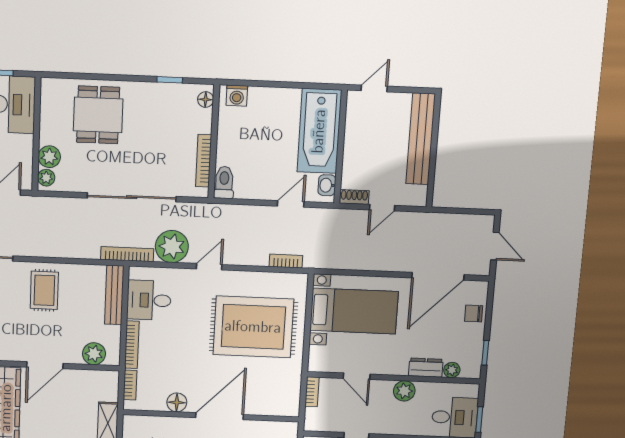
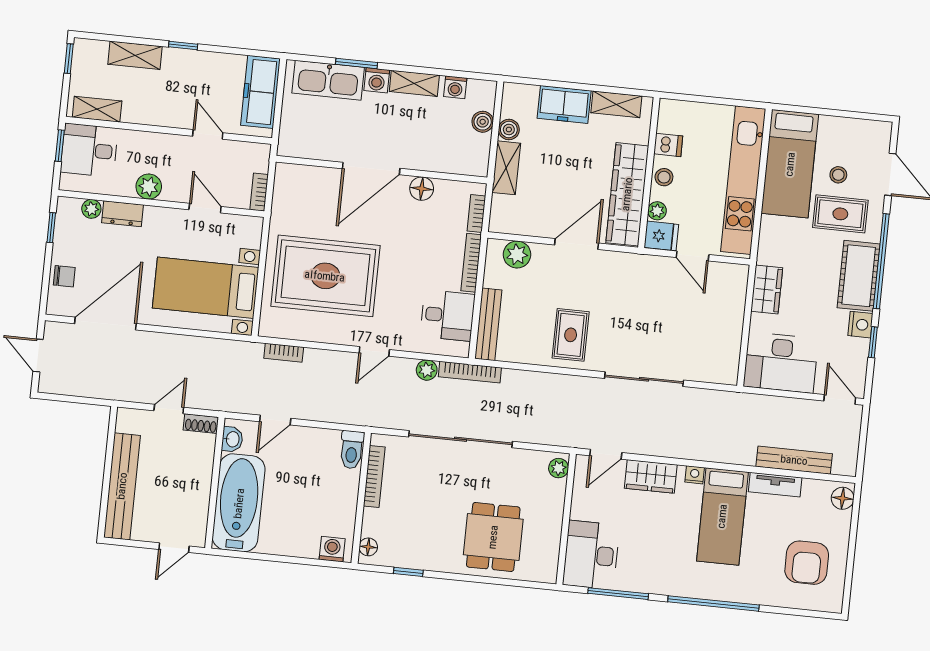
plant: (49, 157) -> (553, 492), removed
plant: (172, 247) -> (427, 370), width x0.53, depth x0.53

